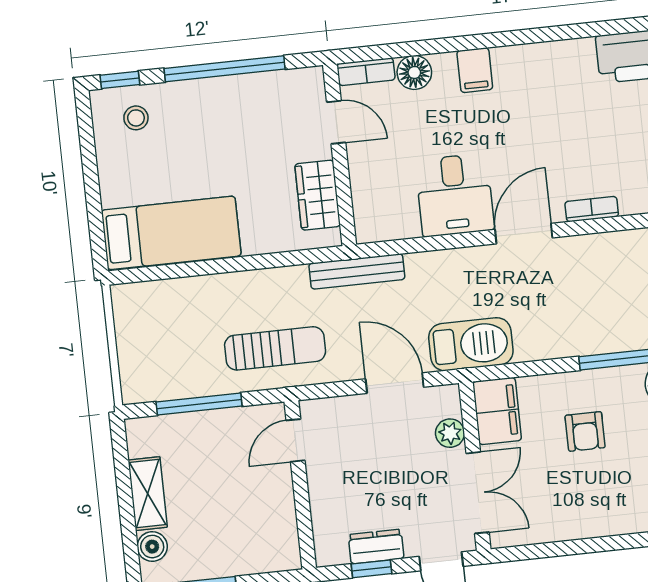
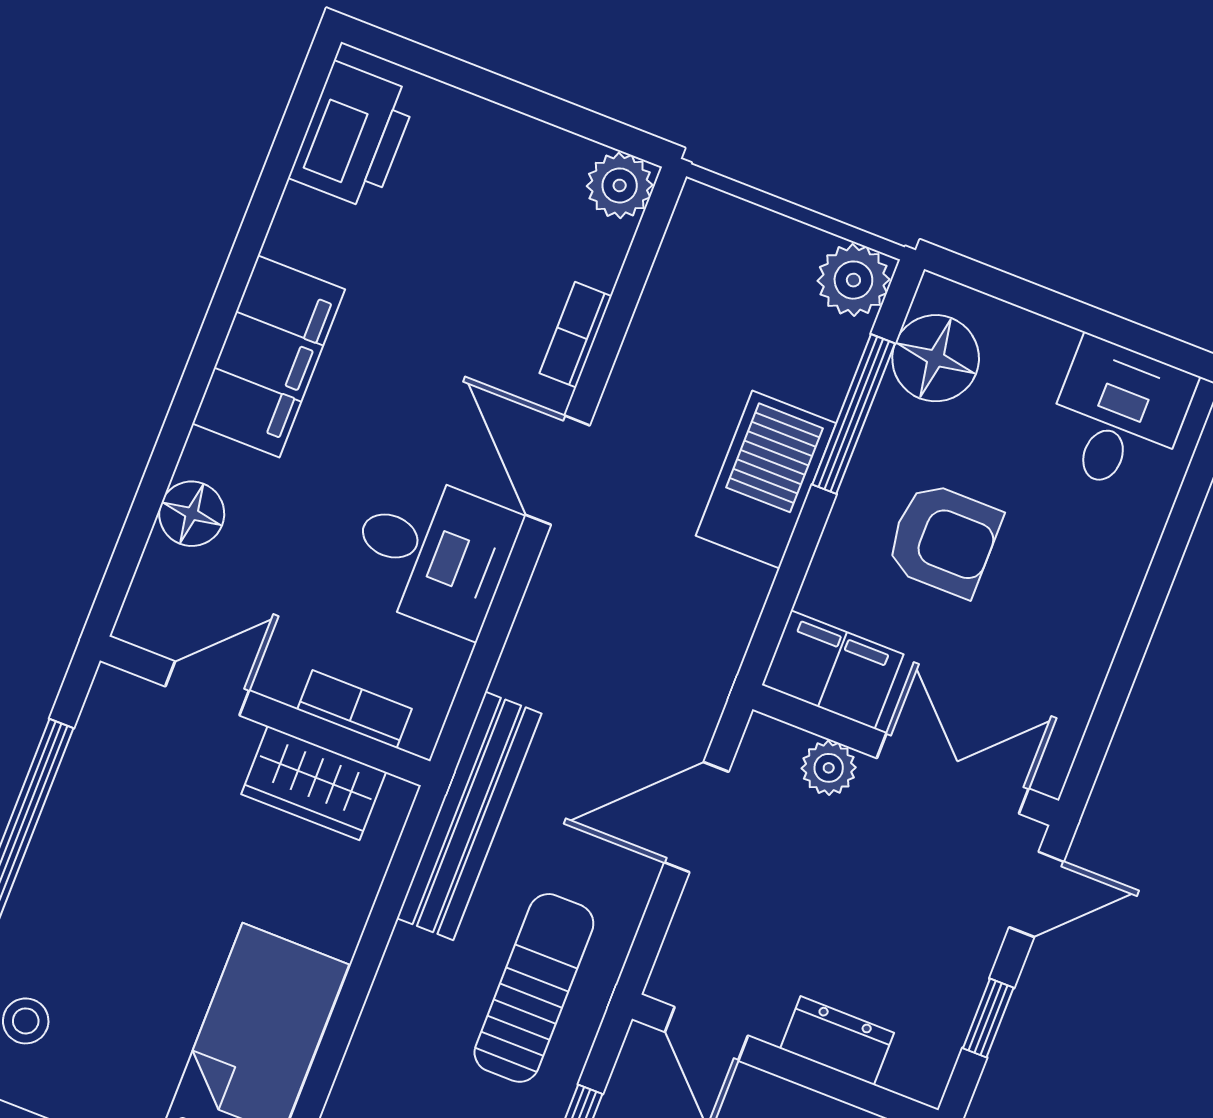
filing cabinet: (475, 70) -> (269, 356), width x3.00, depth x1.17
bookcase: (366, 72) -> (354, 709), moved, turned -90
bench: (357, 271) -> (469, 816), width x1.37, depth x1.21
barbecue: (471, 344) -> (766, 480), moved
armchair: (585, 431) -> (943, 539), width x1.38, depth x1.38
dresser: (376, 547) -> (837, 1041), moved, turned 90

